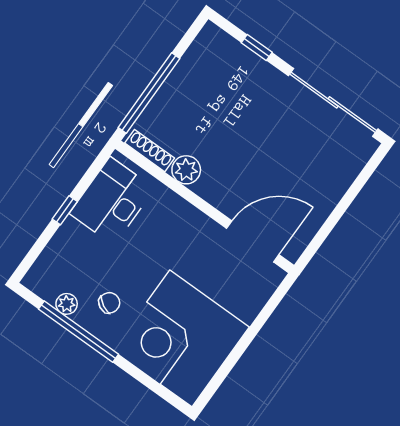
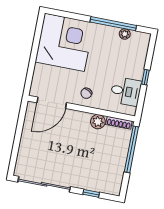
desk: (112, 201) -> (126, 91), width x0.73
chair: (109, 303) -> (86, 93), moved

